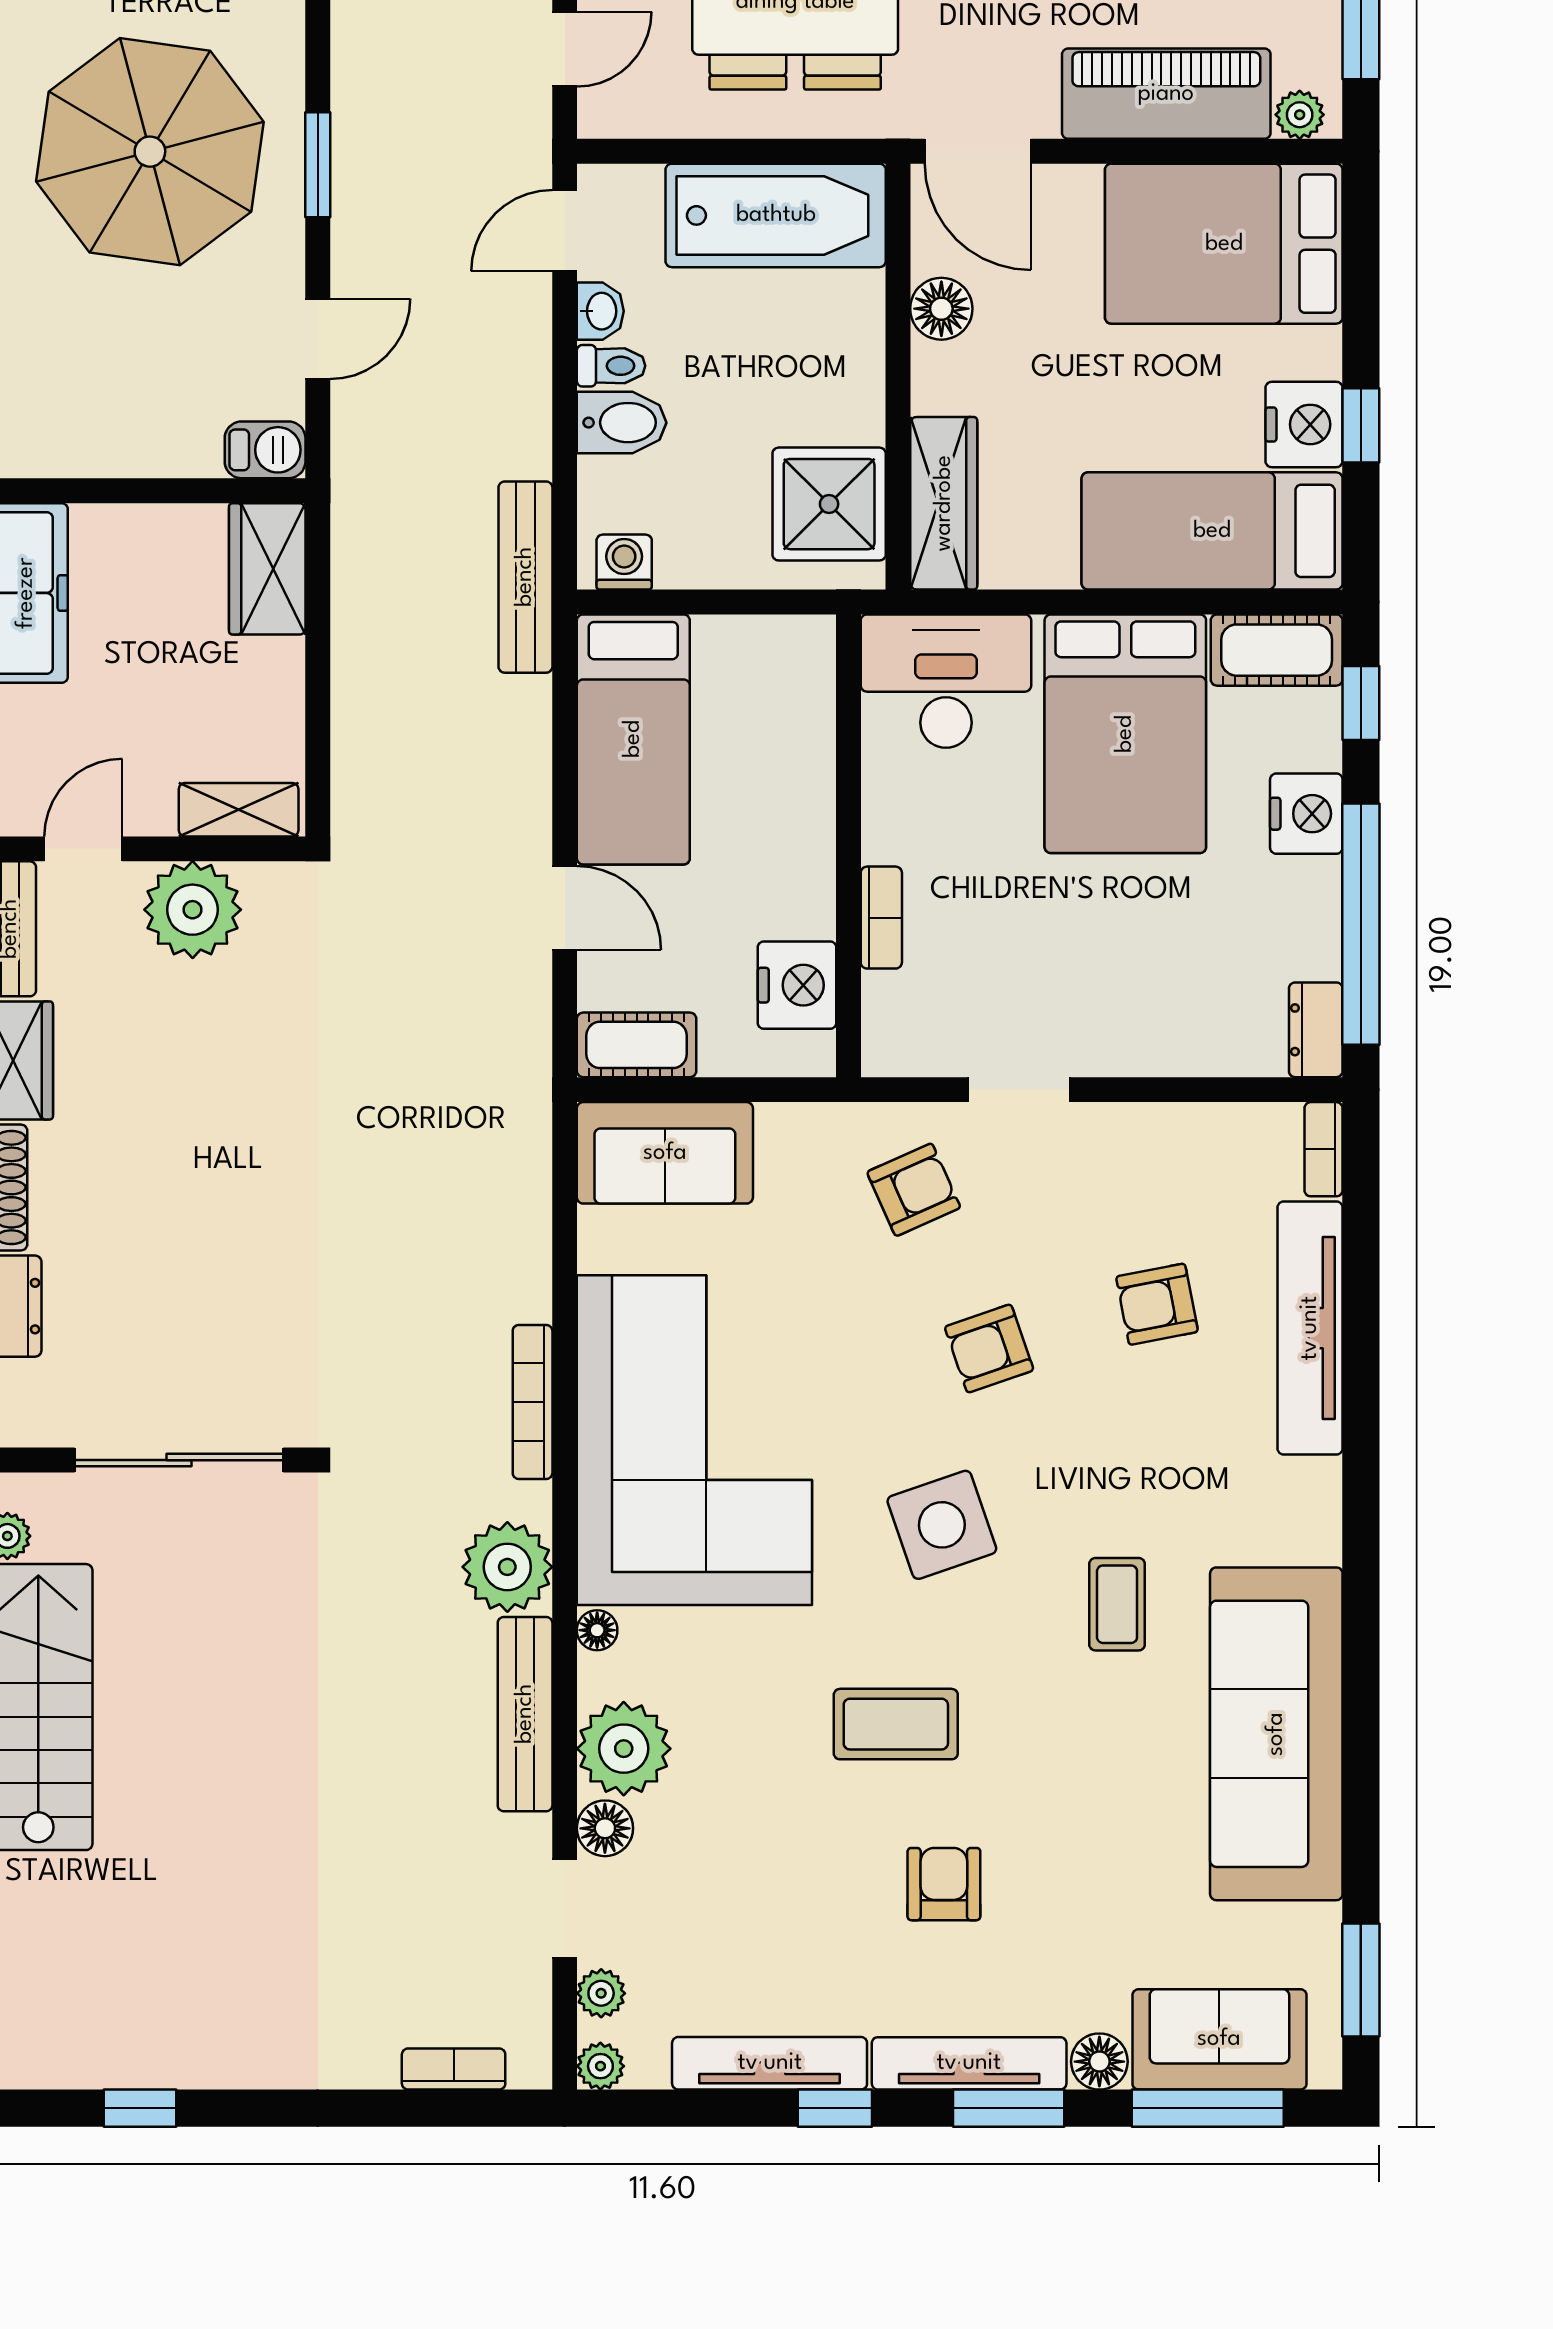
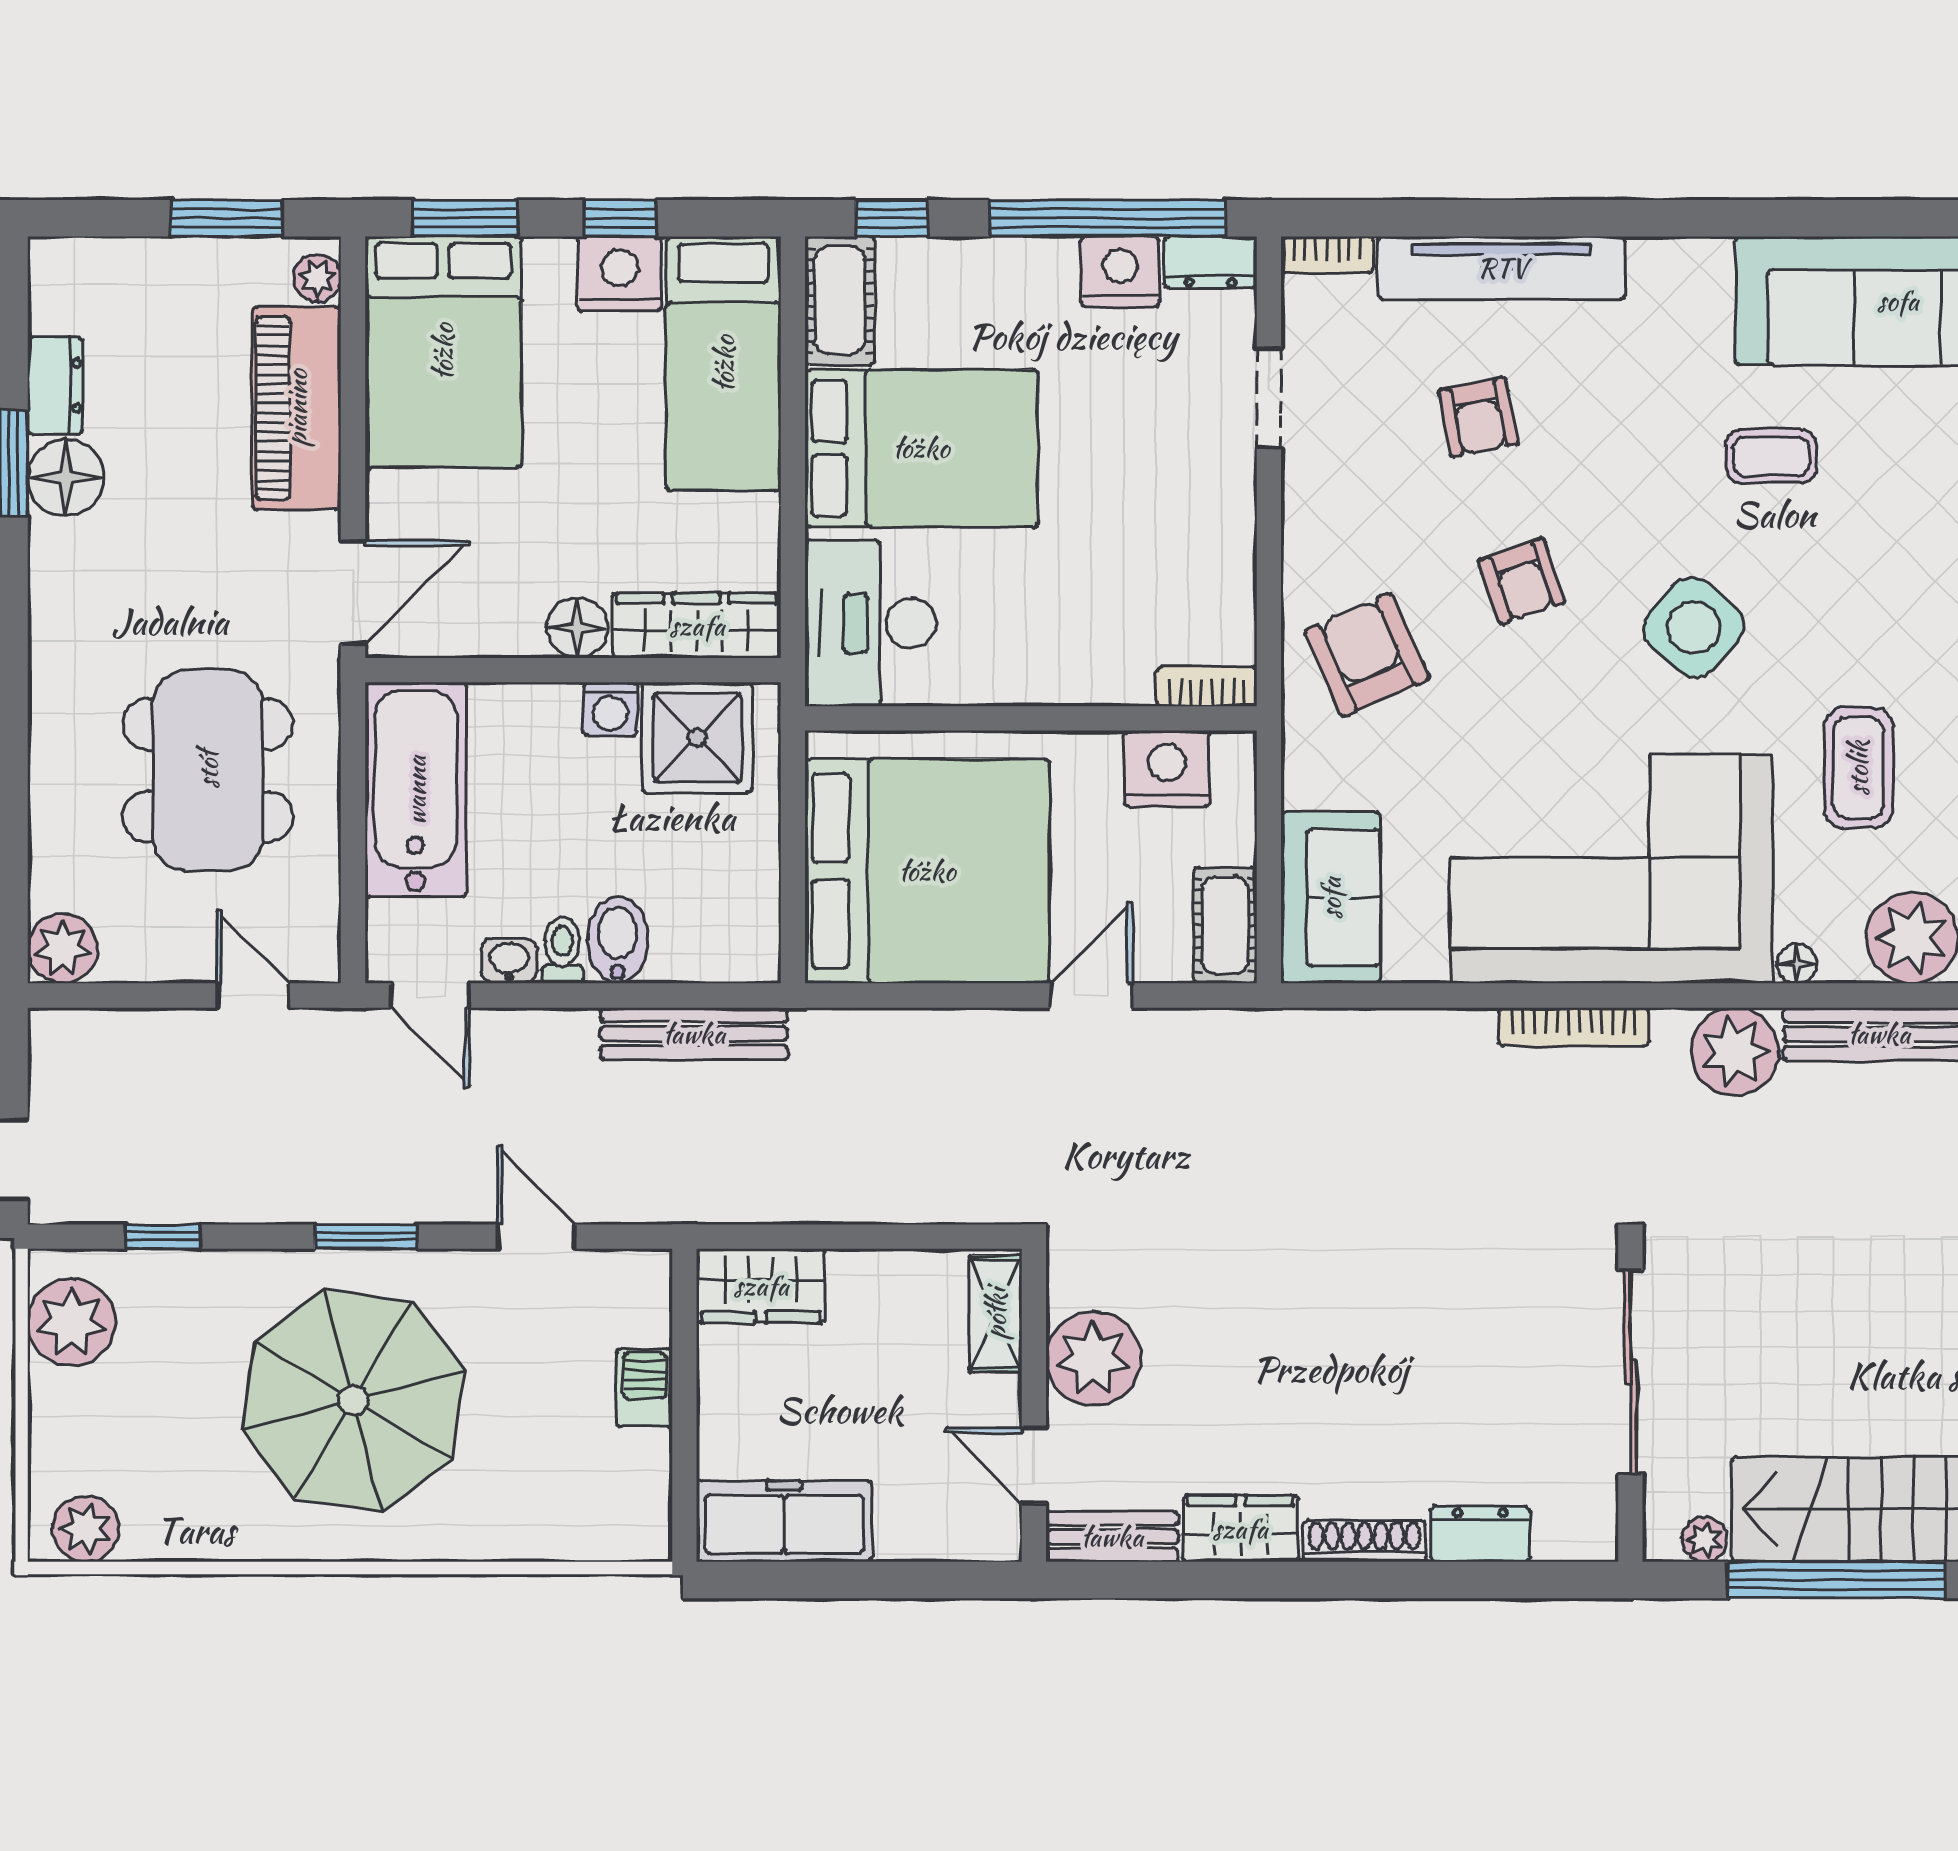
window: (1361, 266) -> (465, 218), added
floor lamp: (941, 309) -> (577, 628), moved
barbecue: (265, 450) -> (644, 1388), moved
washing machine: (624, 562) -> (610, 709), moved, turned -90
bench: (525, 577) -> (694, 1034), moved
bed: (633, 739) -> (927, 871), width x2.04
nightstand: (1306, 814) -> (1120, 272), moved
bookcase: (881, 918) -> (1207, 686), moved
doorway: (1019, 1090) -> (1269, 398), moved
armchair: (914, 1190) -> (1367, 655), width x1.38, depth x1.38
side table: (942, 1525) -> (1694, 627), turned -30
coffee table: (896, 1724) -> (1858, 768), moved

